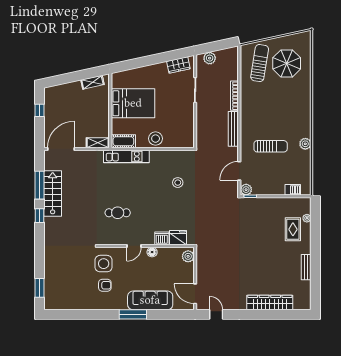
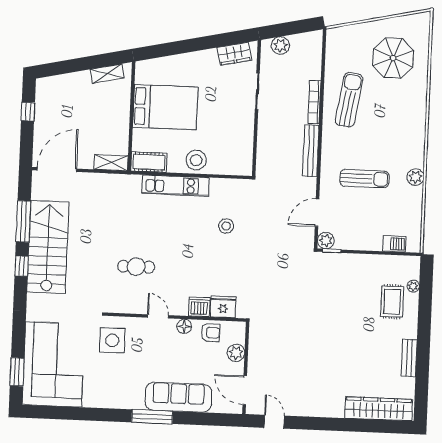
sun lounger: (260, 63) -> (349, 100), moved
kitchen unit: (126, 156) -> (176, 186), moved
stairs: (53, 194) -> (48, 247), width x1.36, depth x1.51
door: (134, 246) -> (158, 316), swing flipped
plant: (188, 256) -> (236, 353), moved
corner sofa: (64, 282) -> (53, 364), added
armchair: (105, 285) -> (210, 333), moved
wardrobe: (270, 303) -> (379, 409), moved

